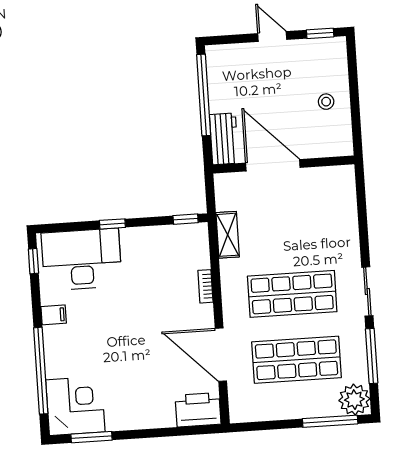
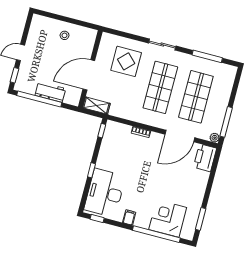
window: (320, 33) -> (15, 75), moved
workbench: (224, 139) -> (50, 92), moved
display table: (317, 221) -> (126, 61), added
shelving: (228, 235) -> (96, 106), moved
sliding door: (367, 291) -> (162, 45), moved
plant: (354, 400) -> (215, 138), moved, width x0.53, depth x0.53
corner desk: (75, 406) -> (168, 218), moved
window: (330, 421) -> (226, 122), moved

